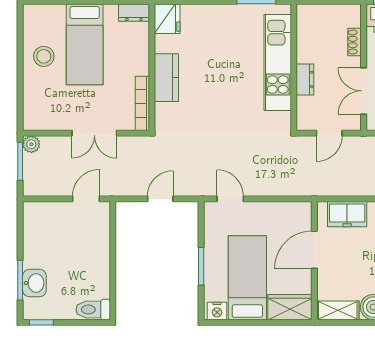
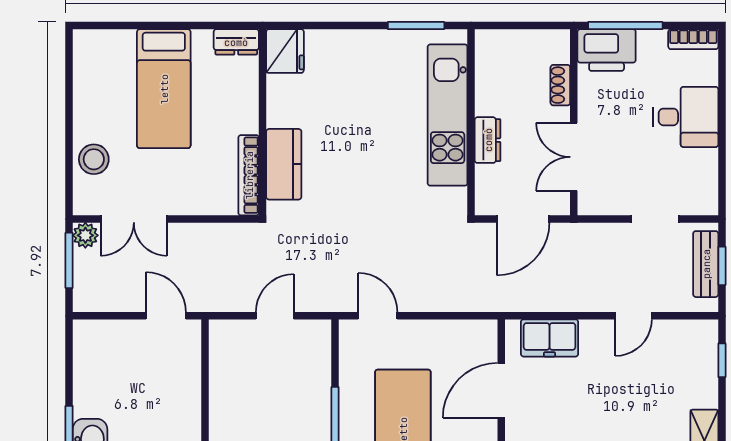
stool: (44, 56) -> (94, 159), moved
kitchen counter: (166, 78) -> (284, 164), moved
double door: (94, 133) -> (134, 219), moved
door: (329, 133) -> (523, 219), width x1.38
door: (86, 199) -> (166, 316), hinge flipped

